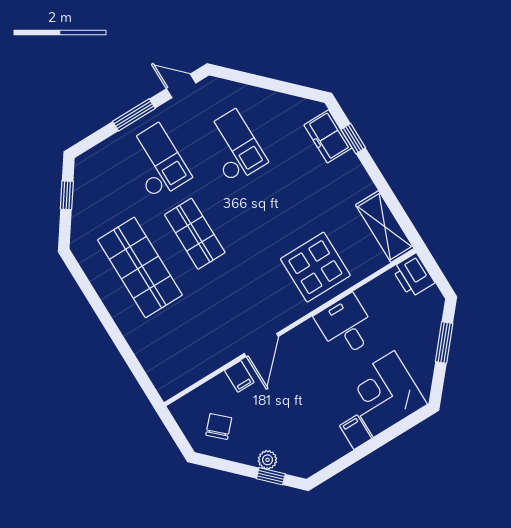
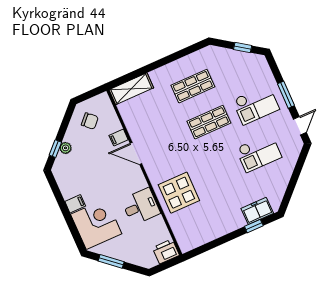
shelving: (385, 227) -> (131, 89), moved
shop shelf: (140, 267) -> (193, 86), width x0.70, depth x0.74
window: (444, 342) -> (111, 261), moved

